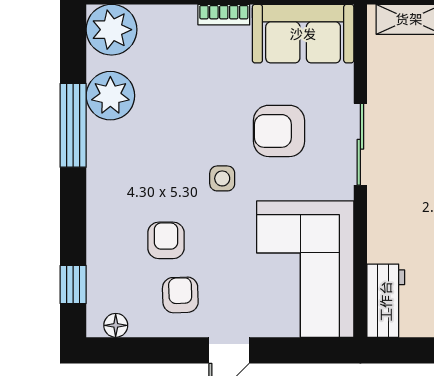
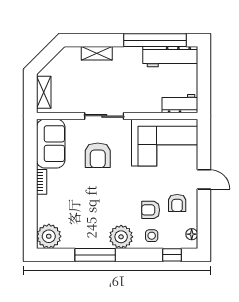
plant: (110, 96) -> (121, 237), moved
side table: (222, 178) -> (152, 236), moved
armchair: (180, 295) -> (177, 203), turned -88

